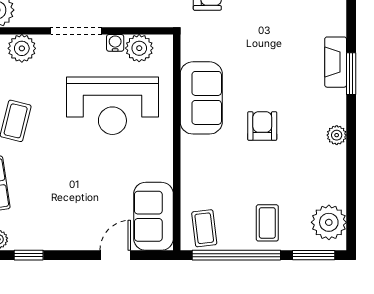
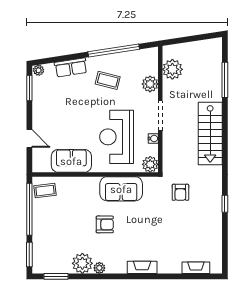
plant: (139, 48) -> (150, 164), moved
window: (351, 74) -> (56, 276), moved
sofa: (153, 216) -> (71, 161), moved
plant: (329, 222) -> (82, 263), moved
coffee table: (267, 223) -> (48, 227), removed
window: (29, 255) -> (29, 88), width x1.50

